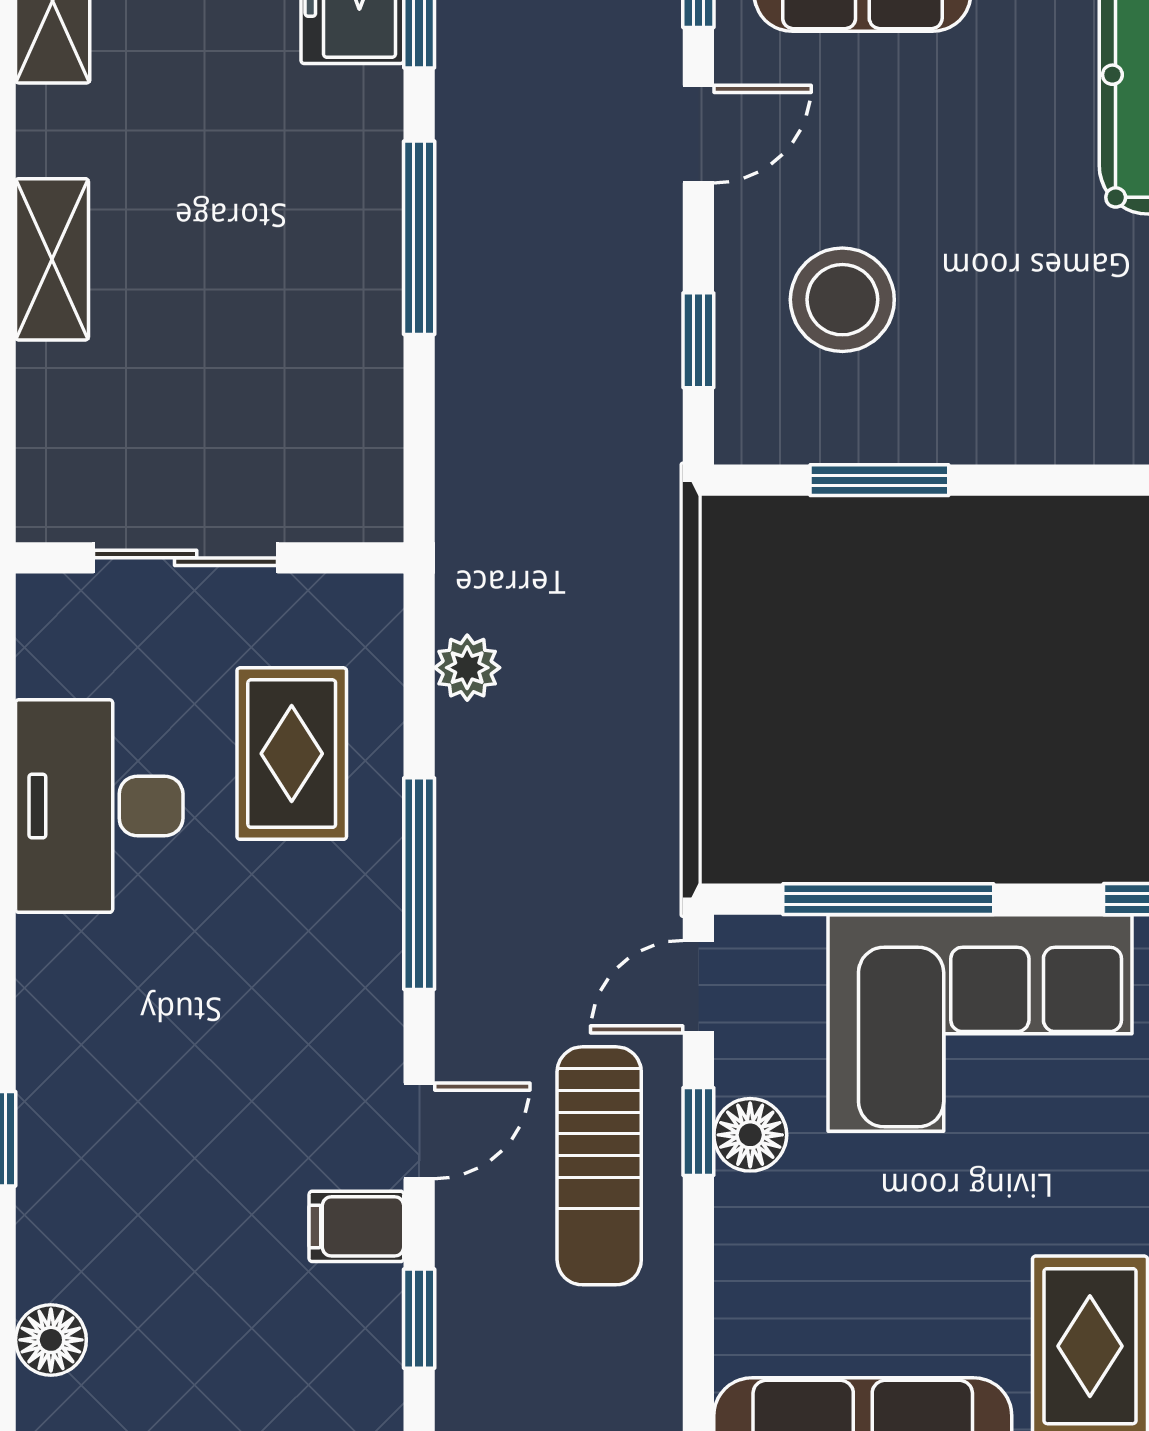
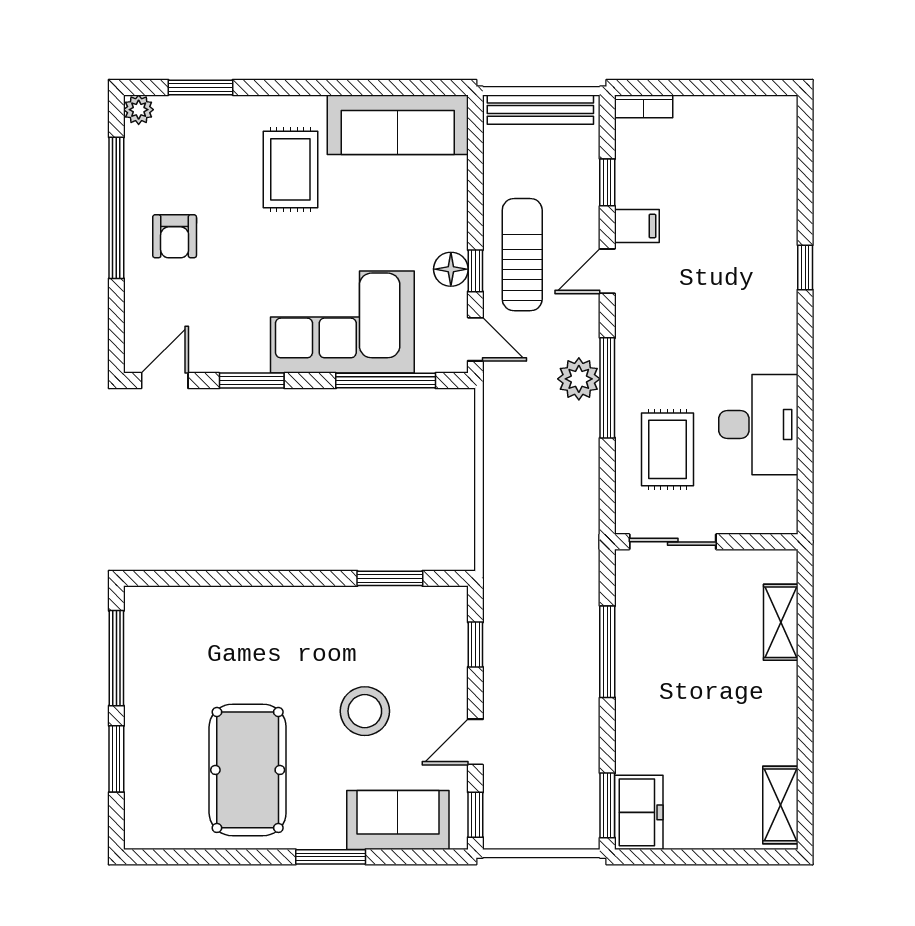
window: (419, 238) -> (607, 652), moved
shelving: (52, 259) -> (781, 622), moved
stool: (842, 300) -> (365, 711), moved
sliding door: (186, 558) -> (673, 542), moved
plant: (467, 668) -> (579, 379), moved, width x1.38, depth x1.38
door: (698, 987) -> (475, 339), hinge flipped
floor lamp: (51, 1340) -> (781, 172), removed

